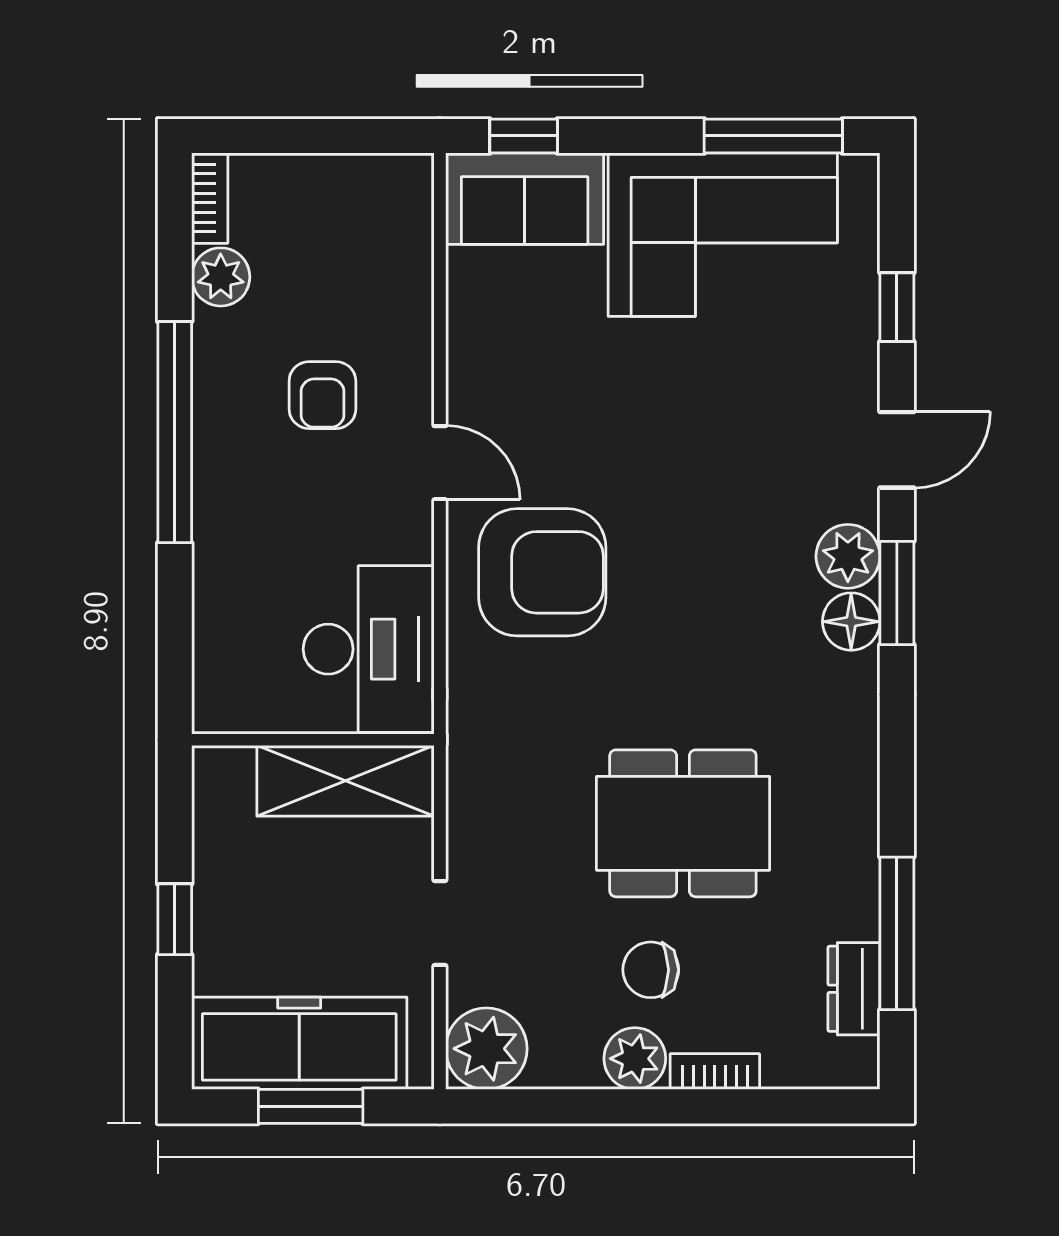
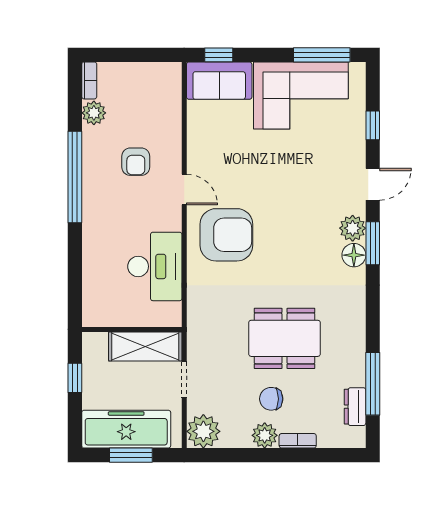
wall: (313, 740) -> (132, 329), moved
shelving: (346, 781) -> (145, 346), moved

